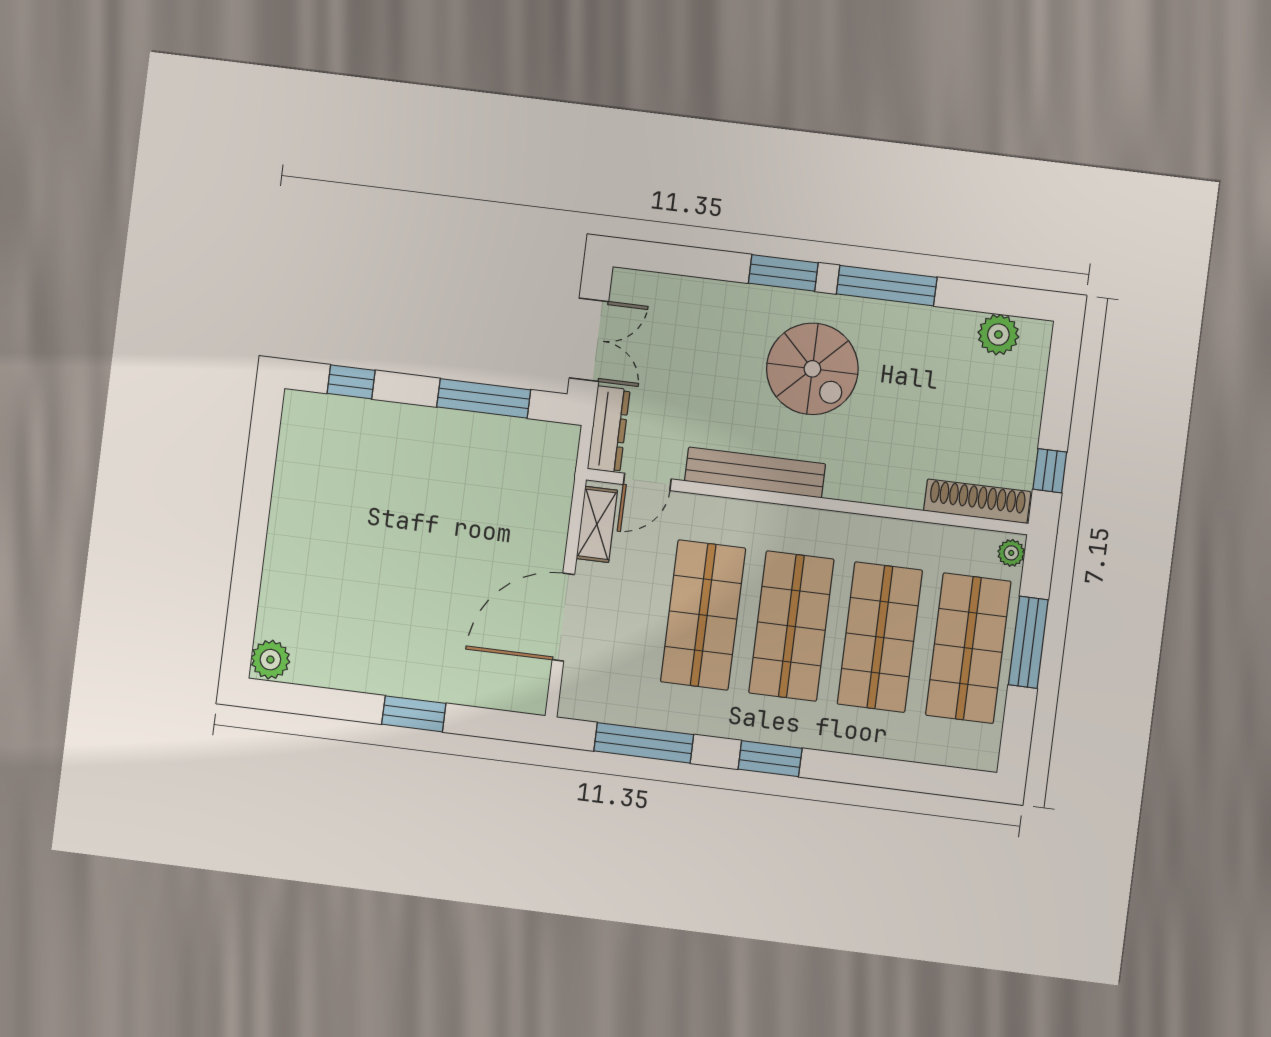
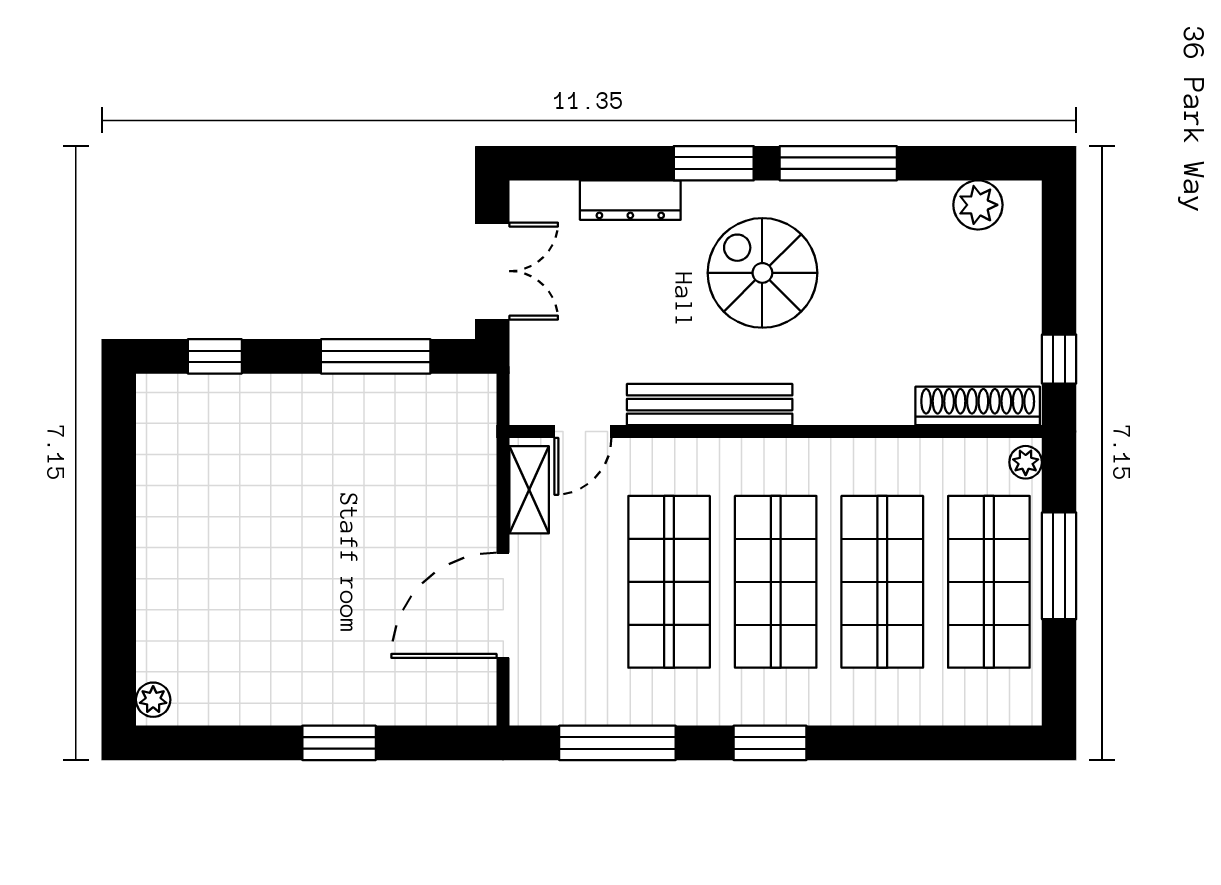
spiral stairs: (812, 369) -> (762, 273), turned 180
dresser: (609, 429) -> (630, 200), moved, turned 90
plant: (270, 660) -> (153, 700), width x0.73, depth x0.73

